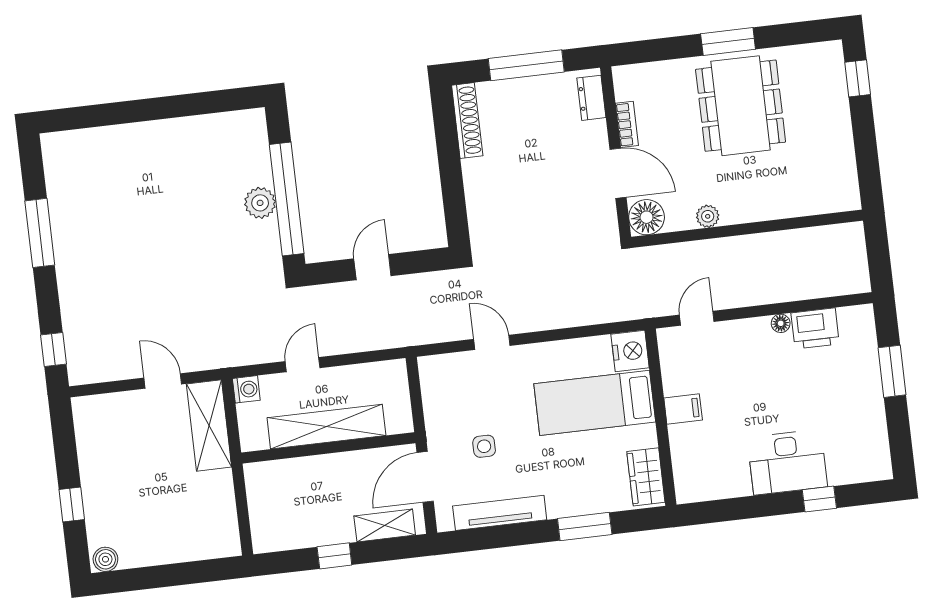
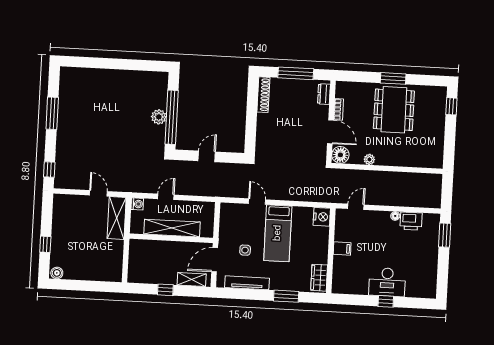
window: (892, 371) -> (445, 235), moved
bed: (595, 403) -> (278, 233), moved, turned -90
window: (819, 499) -> (386, 301), moved

